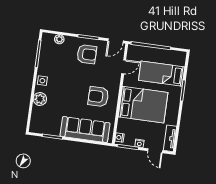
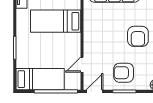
bed: (162, 74) -> (40, 79), moved
armchair: (98, 97) -> (138, 36), moved, turned 90
bed: (143, 105) -> (56, 21), width x0.67

